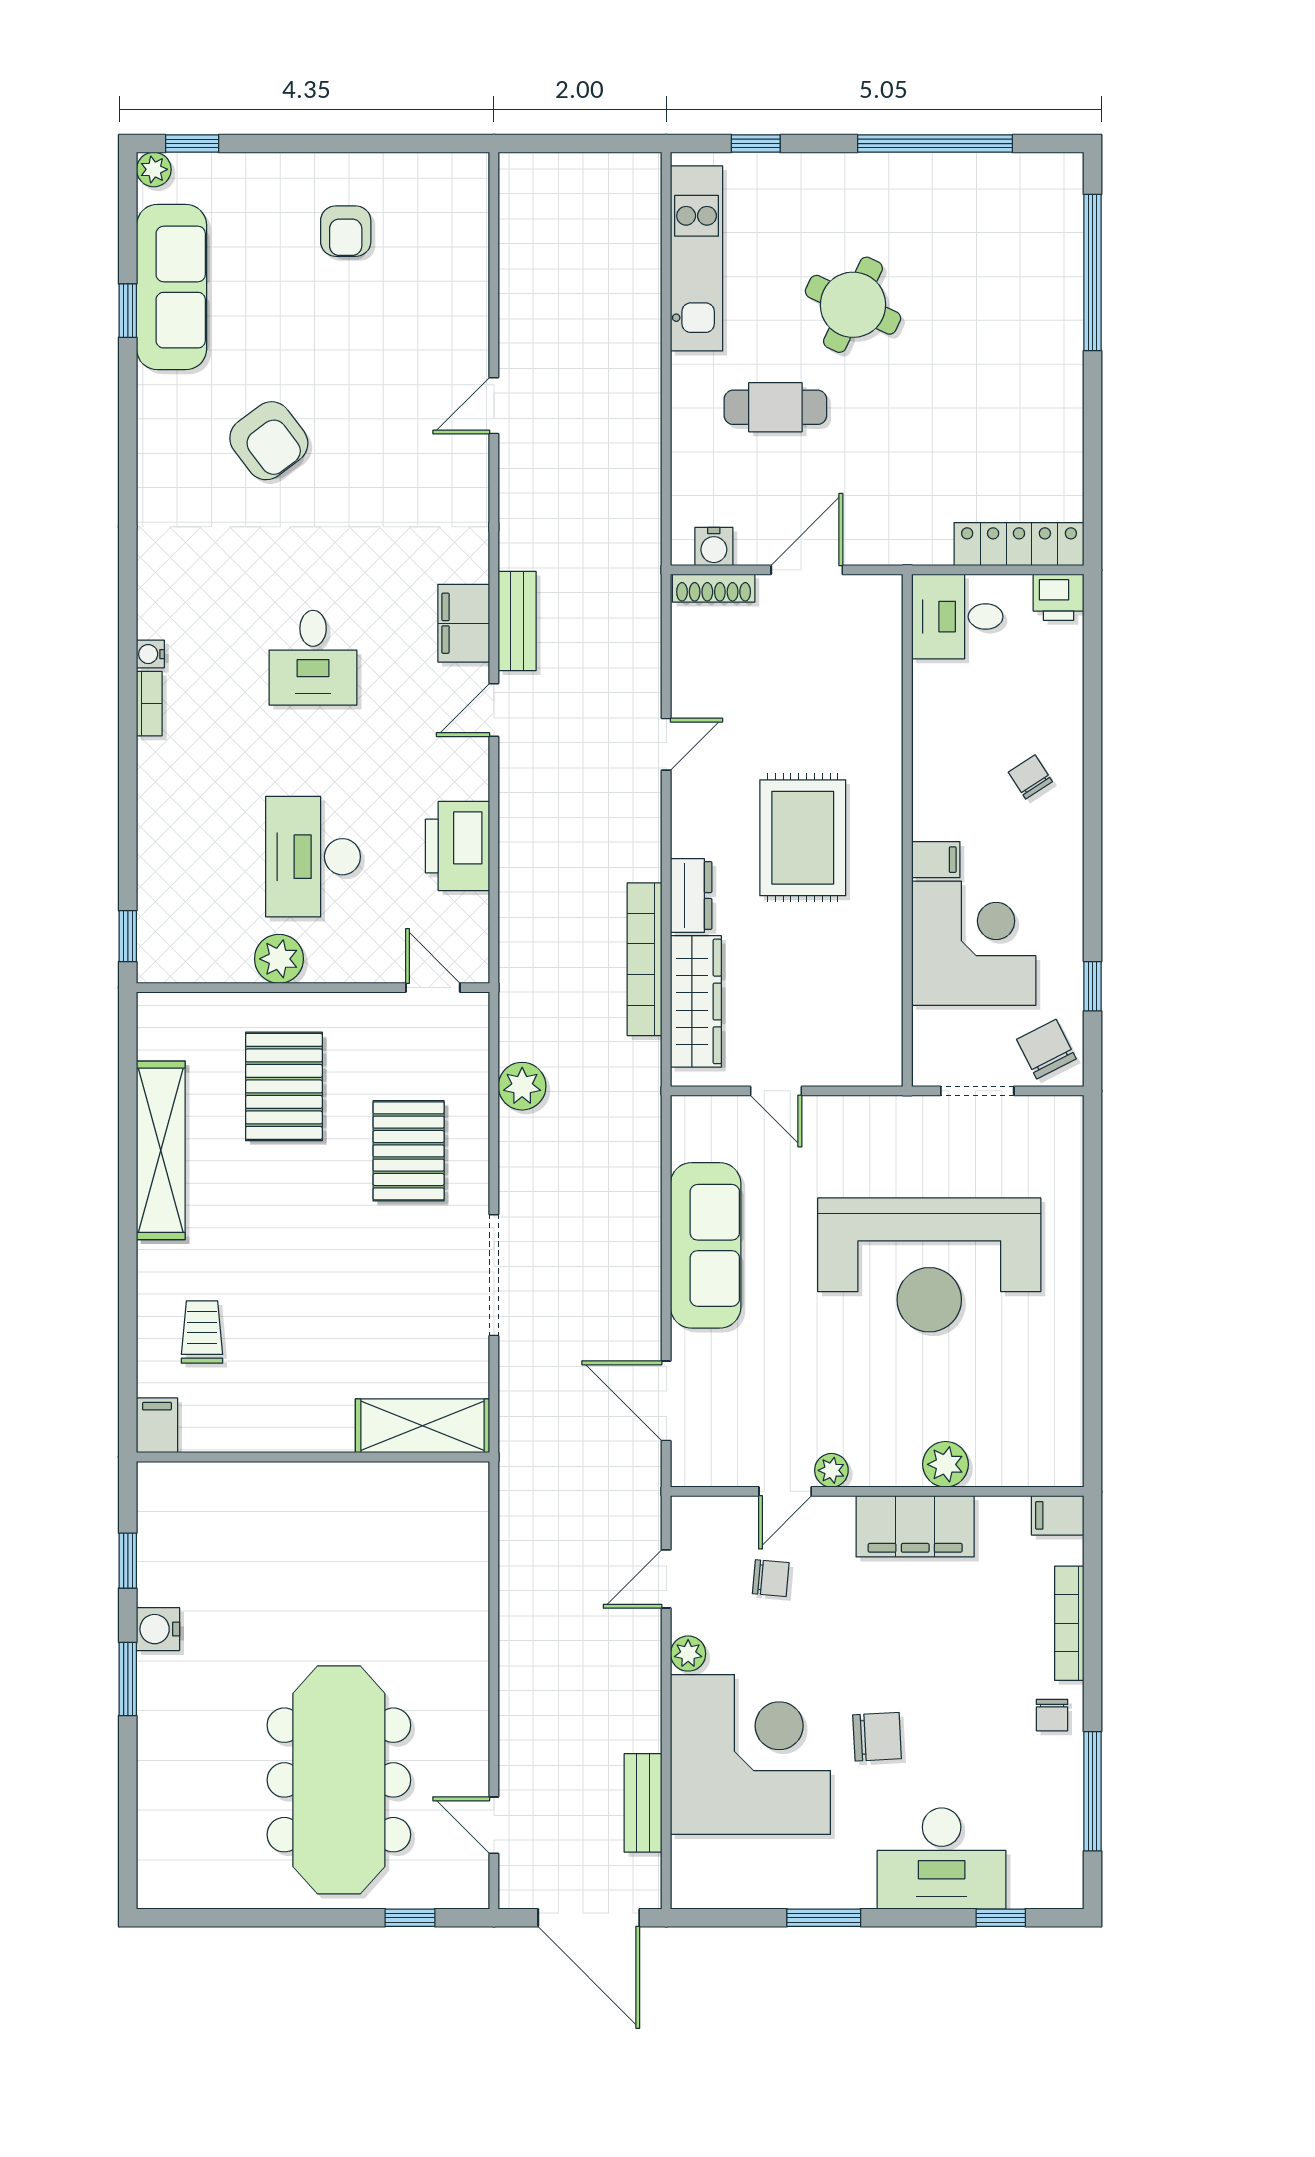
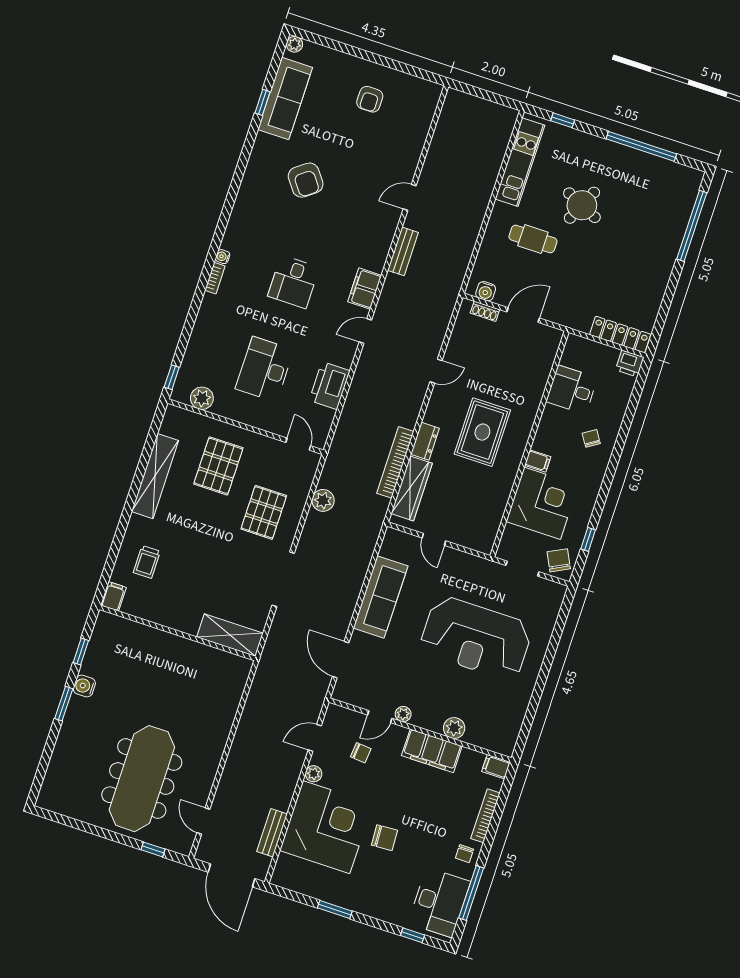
window: (192, 144) -> (315, 38), removed
shoe rack: (714, 588) -> (485, 311), width x0.70
desk: (957, 617) -> (572, 390), moved
bench: (517, 621) -> (403, 251), moved
plant: (279, 959) -> (202, 398), moved
trolley: (202, 1332) -> (147, 562), turned 180
desk: (942, 1859) -> (439, 902), moved, turned -90

